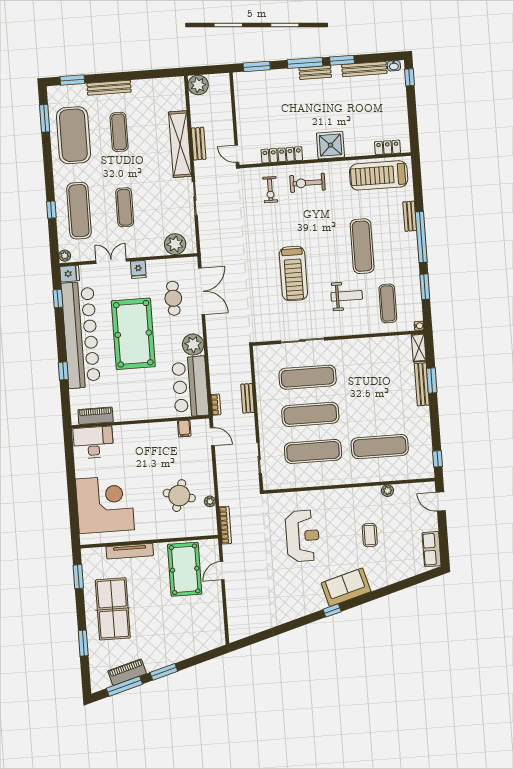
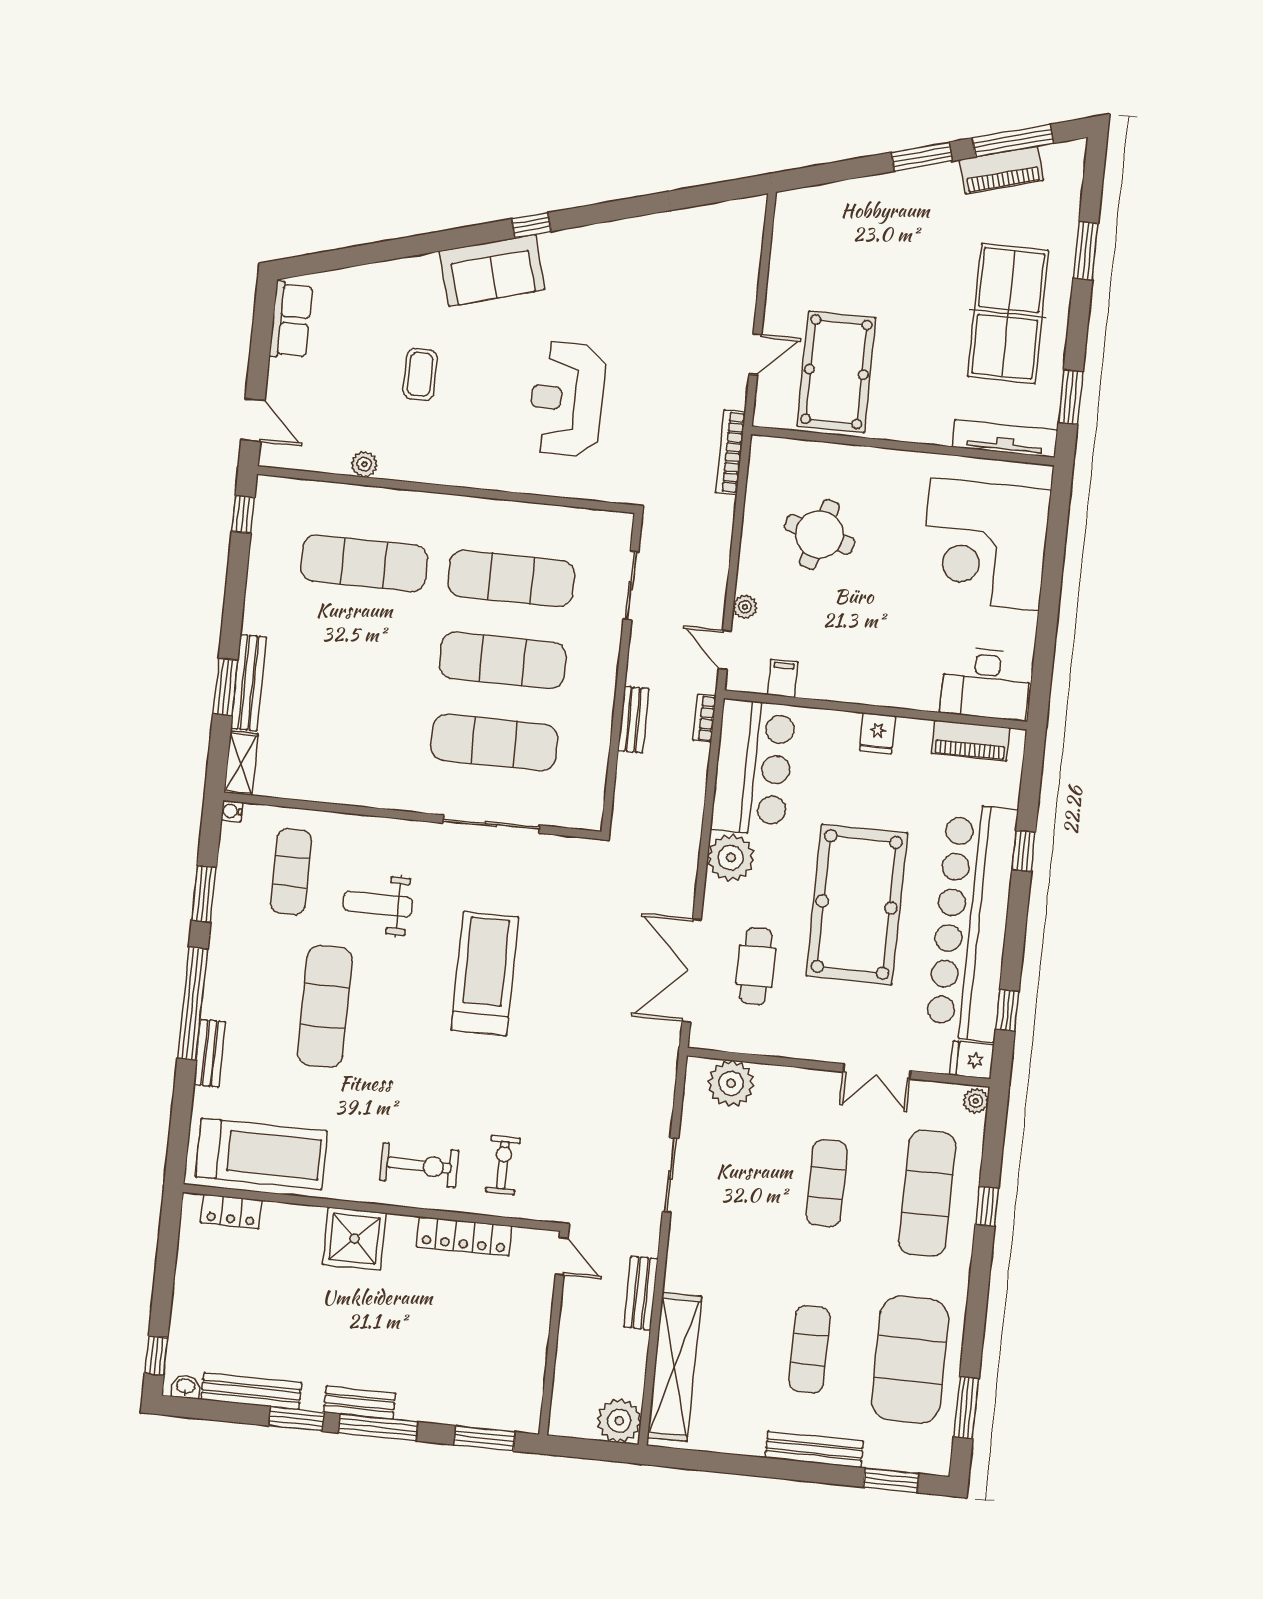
shelving: (180, 144) -> (674, 1367), moved
fridge: (138, 269) -> (877, 733), moved, turned 180
plant: (210, 501) -> (745, 607), moved
tv unit: (130, 551) -> (1005, 439), moved

